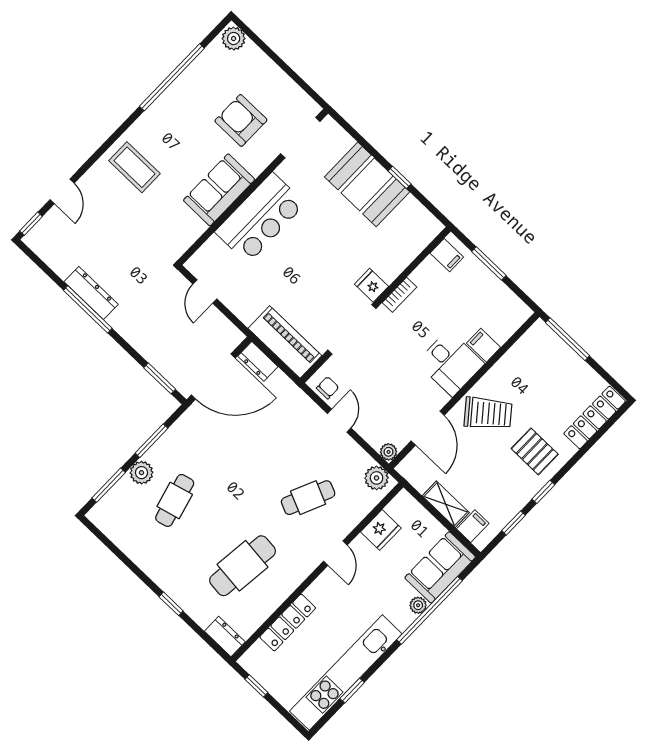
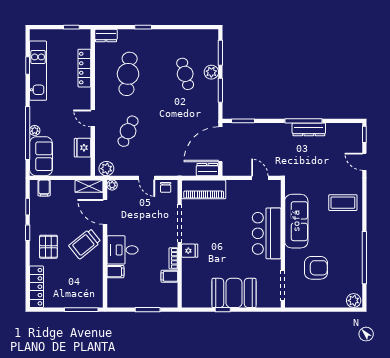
sofa: (219, 190) -> (296, 221), width x1.36
filing cabinet: (447, 255) -> (169, 276), moved
pallet: (535, 451) -> (48, 247), turned 90
shelving: (446, 504) -> (89, 186), moved
kitchen unit: (346, 672) -> (38, 71), width x0.73

